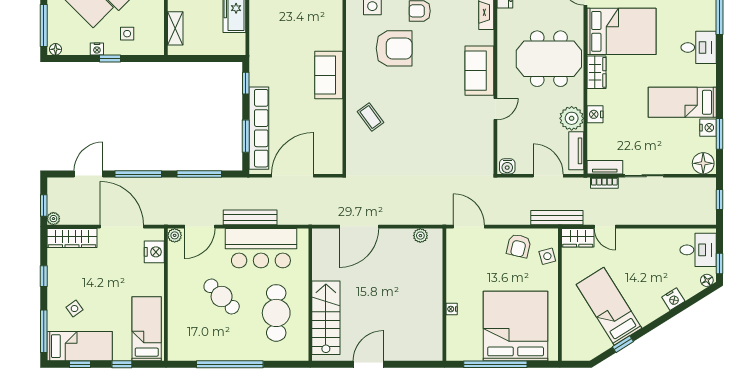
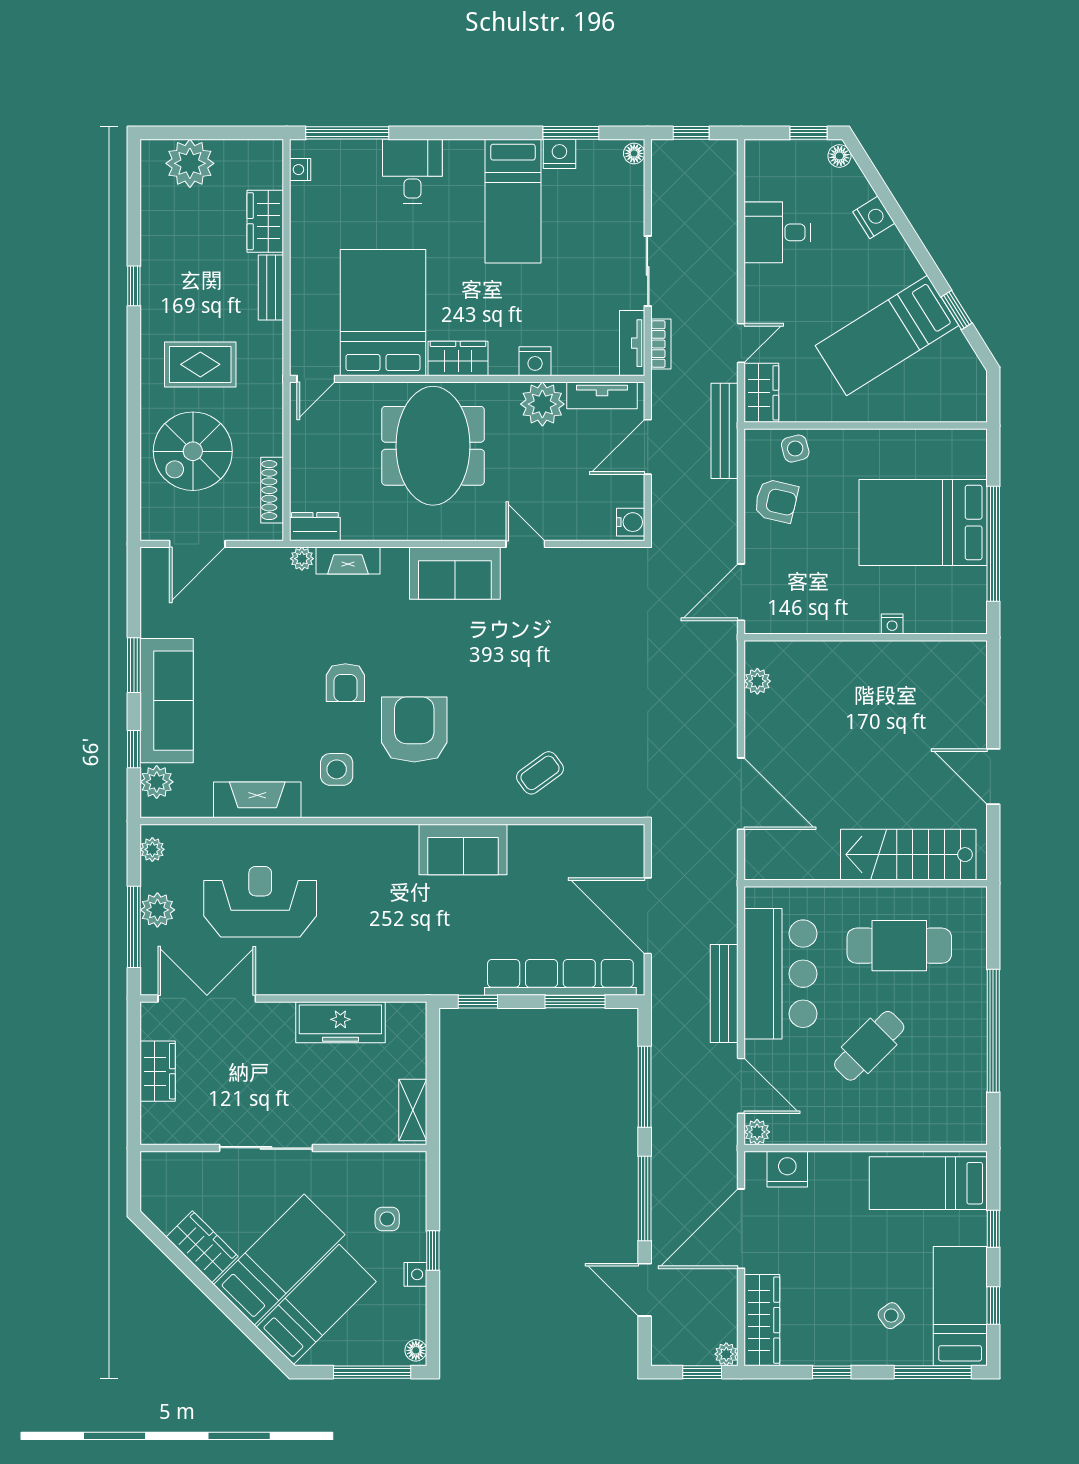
shelving: (175, 28) -> (413, 1110), moved, turned 90
floor lamp: (703, 163) -> (634, 153), width x0.53, depth x0.53
desk: (698, 250) -> (777, 232), moved, turned -90
bed: (516, 326) -> (923, 523), width x0.73

